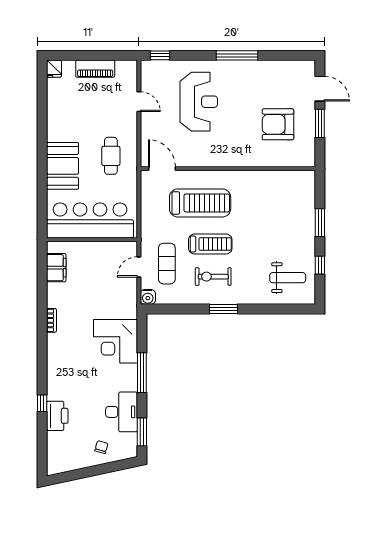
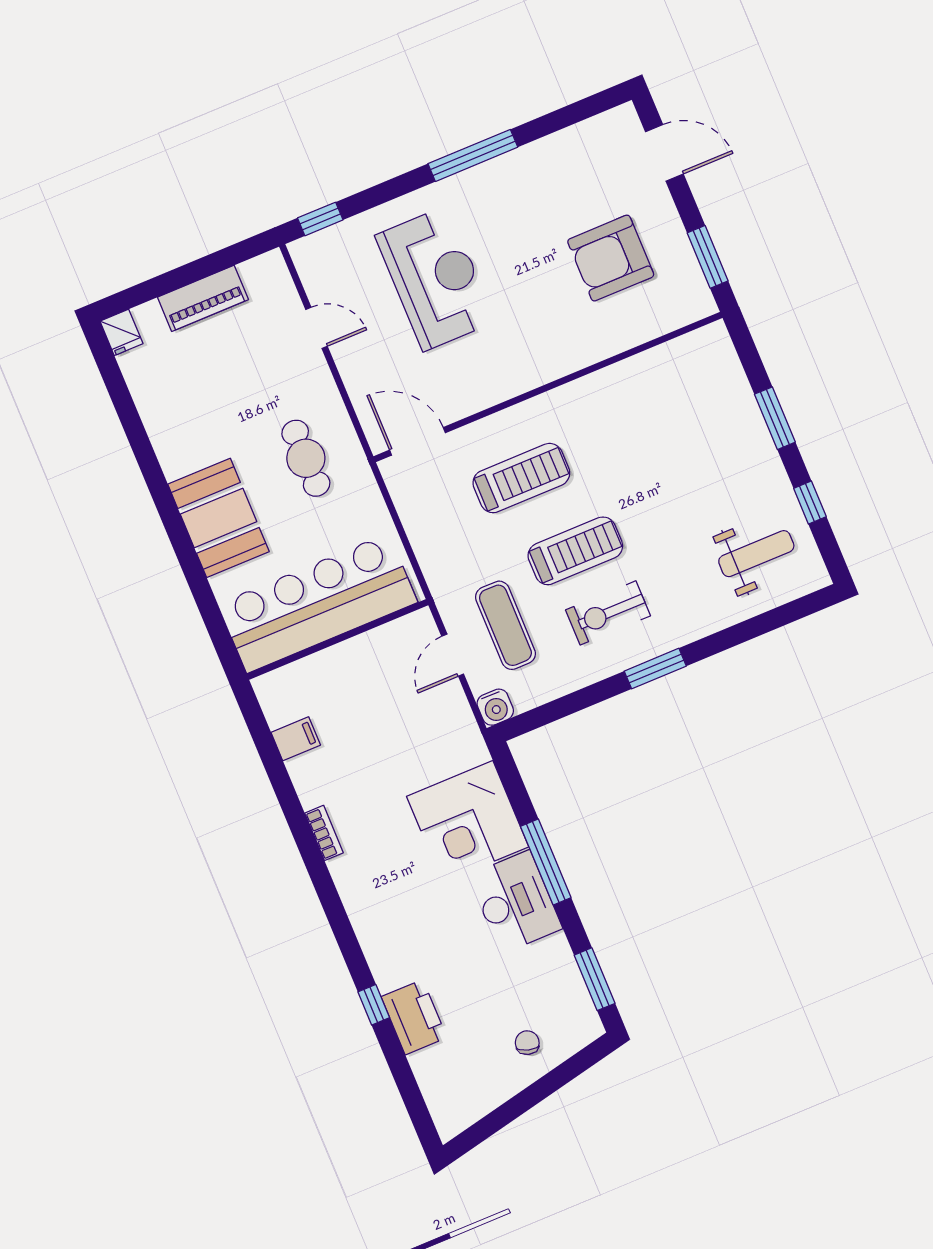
window: (320, 123) -> (708, 257), moved
treadmill: (200, 203) -> (521, 478), width x0.73, depth x0.73
filing cabinet: (56, 268) -> (296, 739), width x0.50
desk: (121, 412) -> (515, 902), moved

